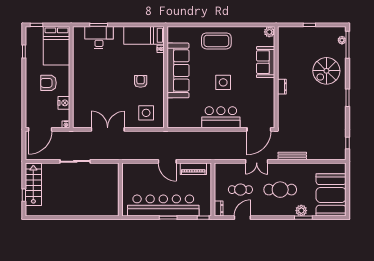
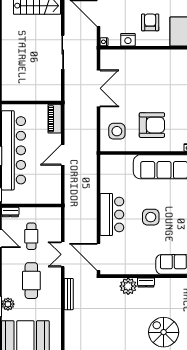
armchair: (141, 81) -> (152, 125), width x1.88, depth x1.88
plant: (285, 103) -> (128, 286), added
piano: (193, 169) -> (55, 119), moved

